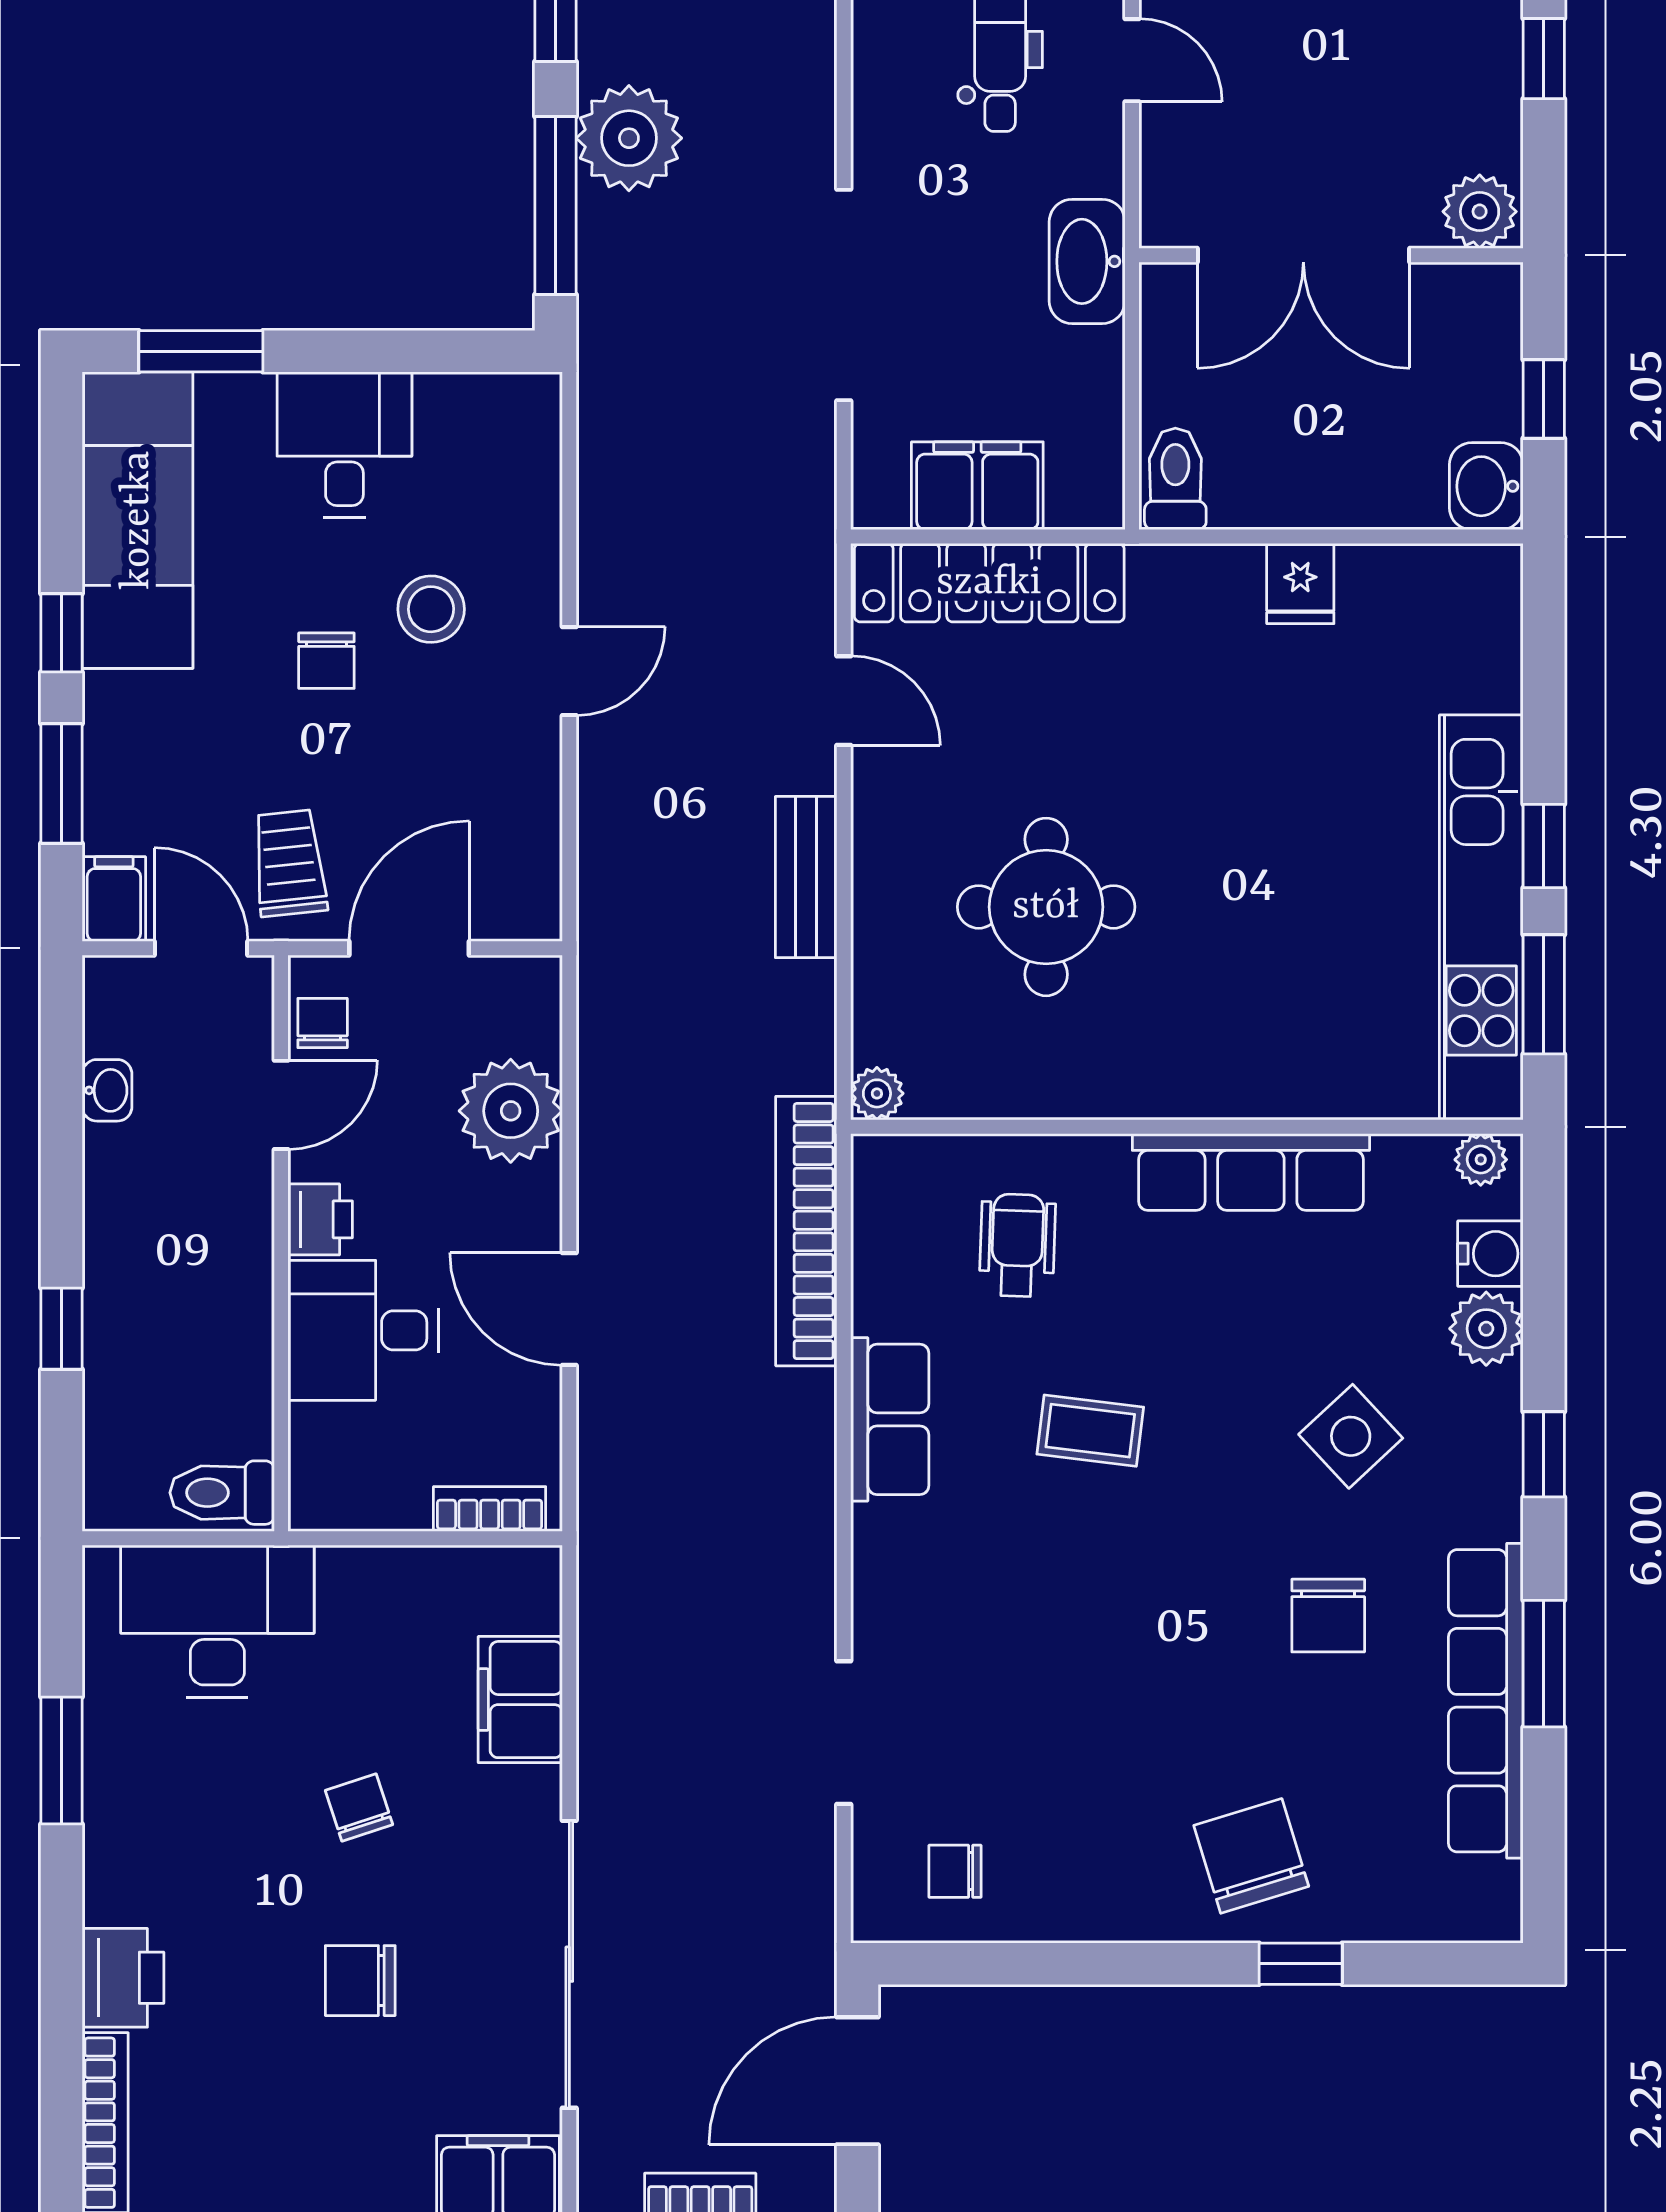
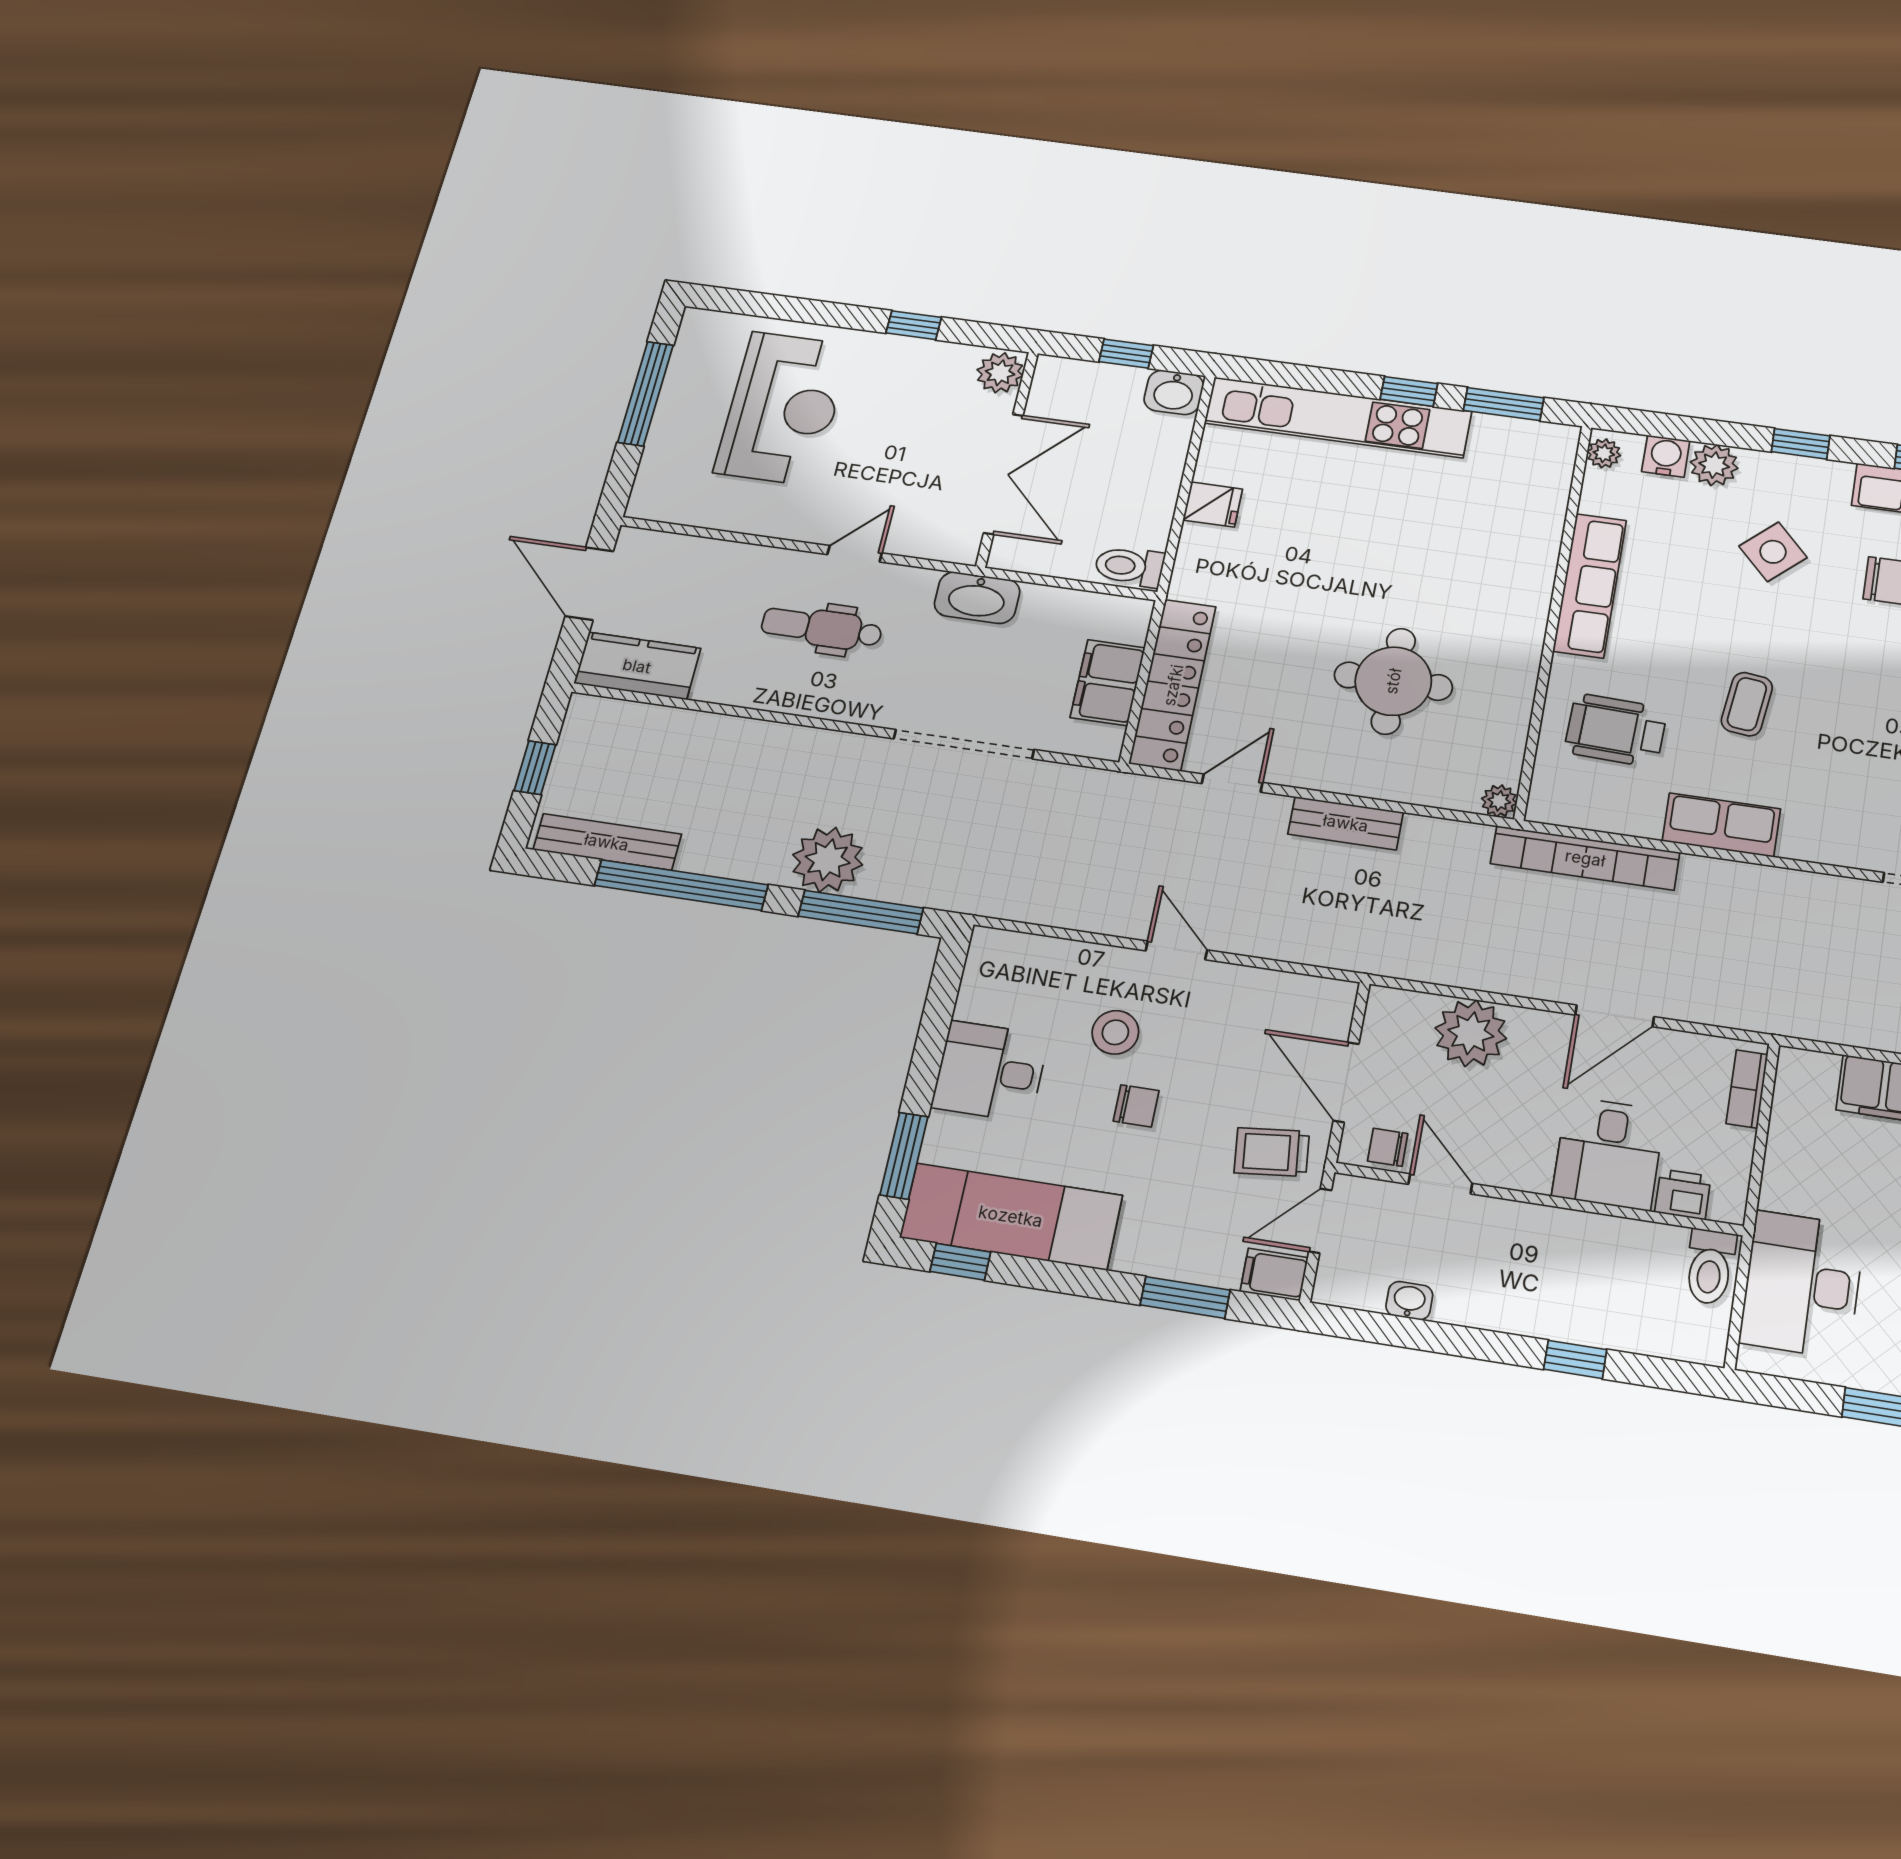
window: (62, 633) -> (960, 1262), moved
kitchen unit: (1481, 917) -> (1338, 417), moved
printer: (320, 1219) -> (1683, 1194), moved
wheelchair: (1017, 1245) -> (1616, 730), width x1.36, depth x1.37

